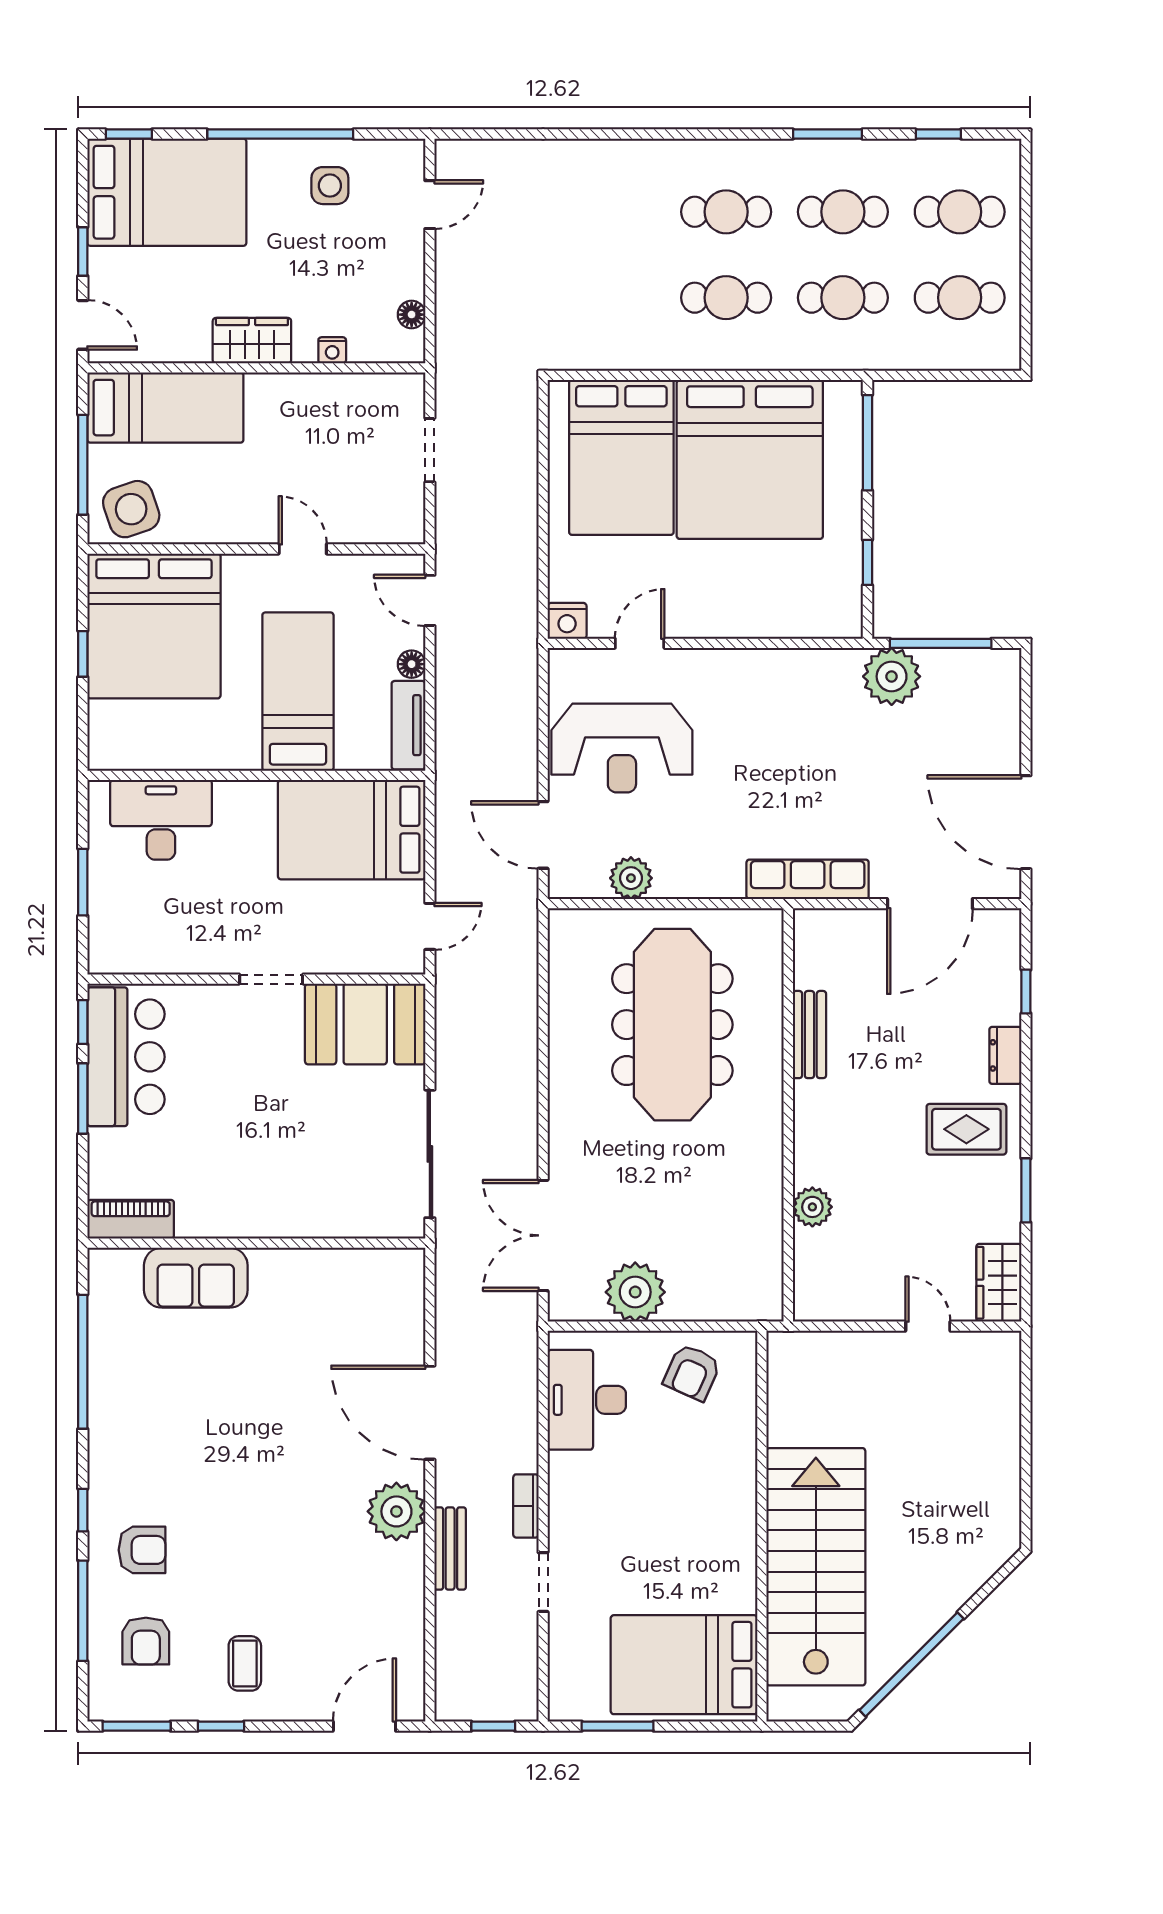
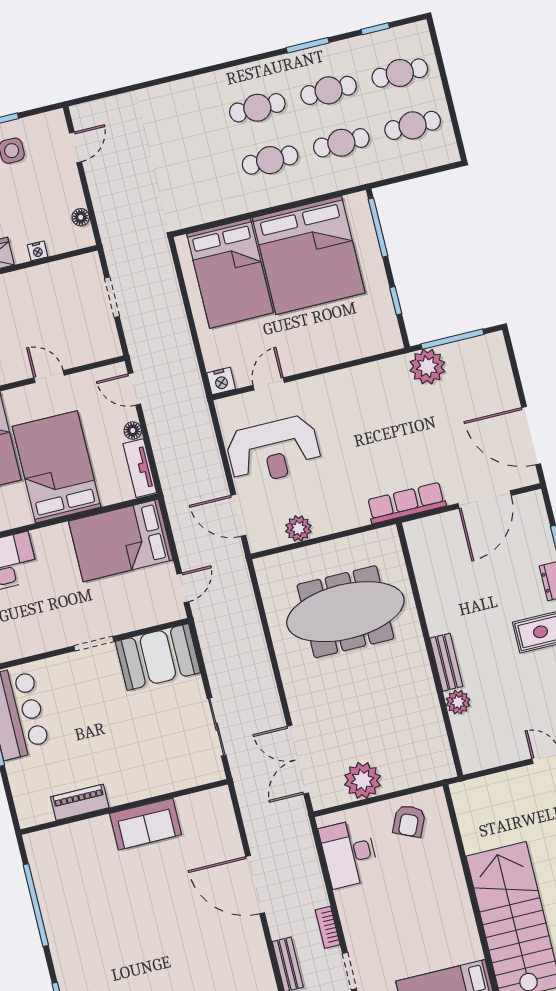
bed: (298, 692) -> (57, 467), width x1.50
meeting table: (672, 1025) -> (345, 612), turned 90
bench: (809, 1035) -> (446, 662), moved
sliding door: (430, 1154) -> (217, 727), width x0.73
piano: (131, 1219) -> (80, 802), moved
sofa: (196, 1278) -> (146, 824), moved
plant: (396, 1511) -> (249, 950), removed

